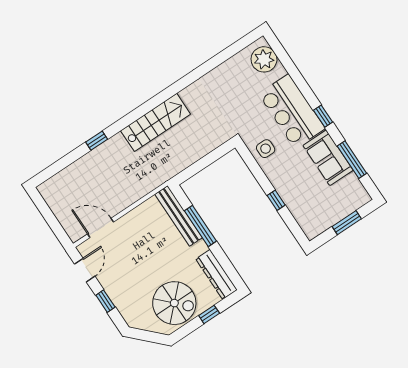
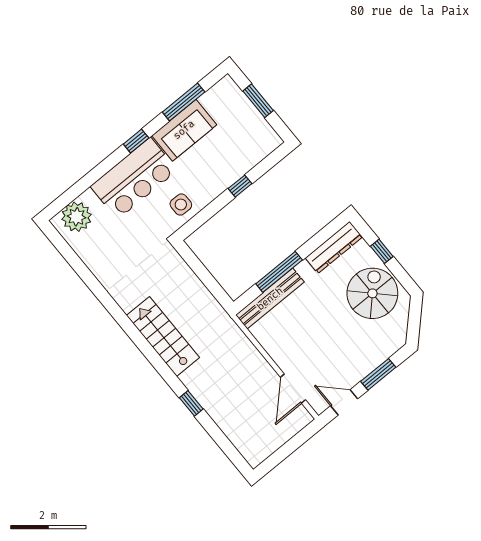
window: (105, 301) -> (378, 374), width x1.50

